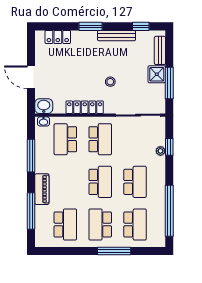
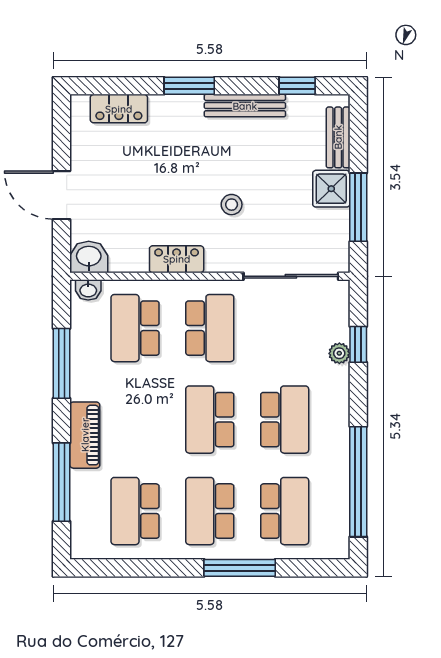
locker: (85, 107) -> (177, 259), width x0.66
school desk: (100, 182) -> (210, 420), turned 180
school desk: (65, 224) -> (135, 511), turned 180

